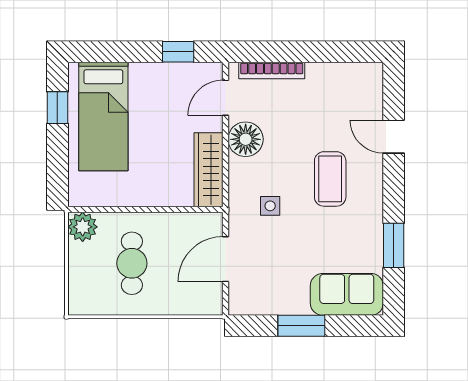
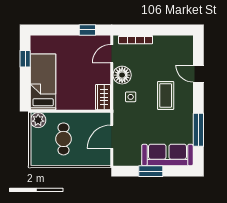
bed: (103, 116) -> (43, 82), moved, turned 180
wardrobe: (209, 170) -> (103, 97), width x0.67
side table: (270, 206) -> (131, 97), moved
window: (394, 245) -> (198, 130), width x1.44
sofa: (347, 294) -> (167, 155), width x1.36

